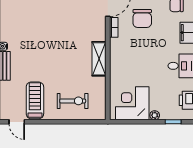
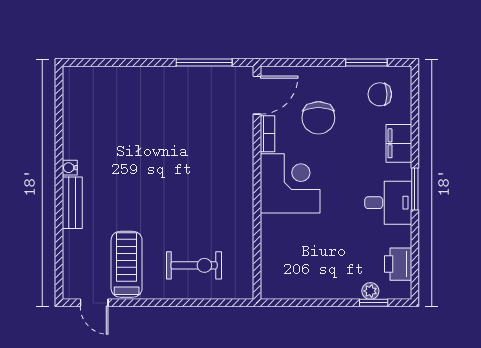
shelving: (99, 59) -> (241, 190), removed
corner desk: (132, 103) -> (290, 183), moved, turned 90
plant: (155, 115) -> (370, 291), moved

